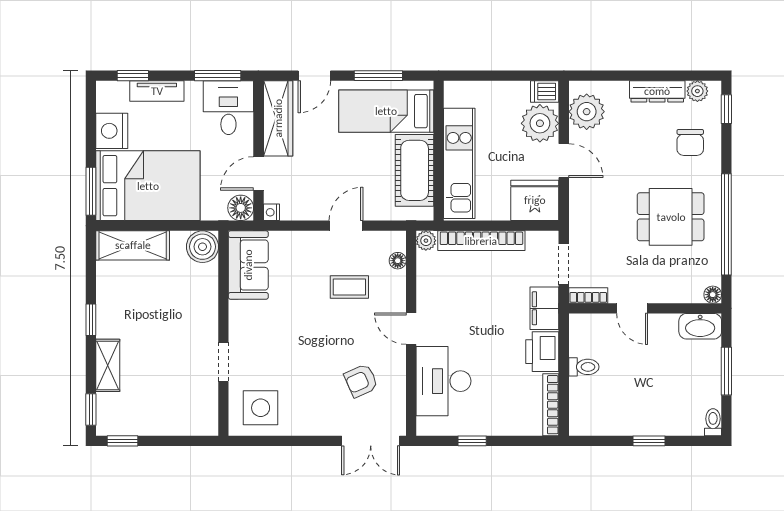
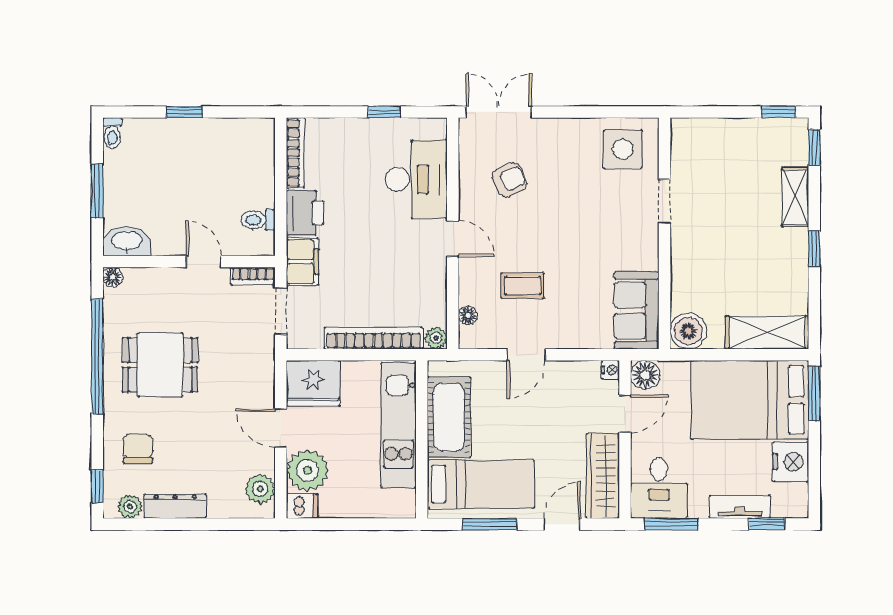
plant: (587, 112) -> (260, 489), width x0.73, depth x0.73
toilet: (584, 367) -> (258, 220), moved

